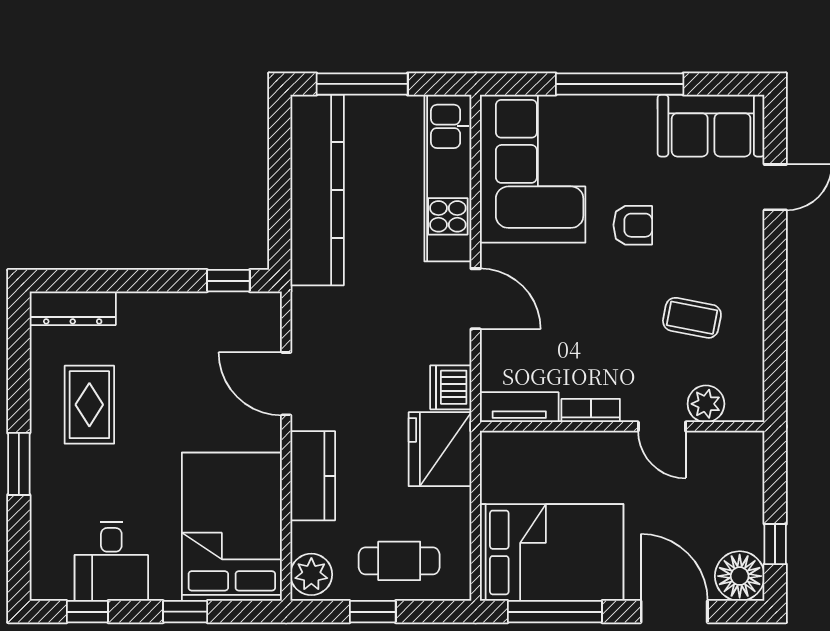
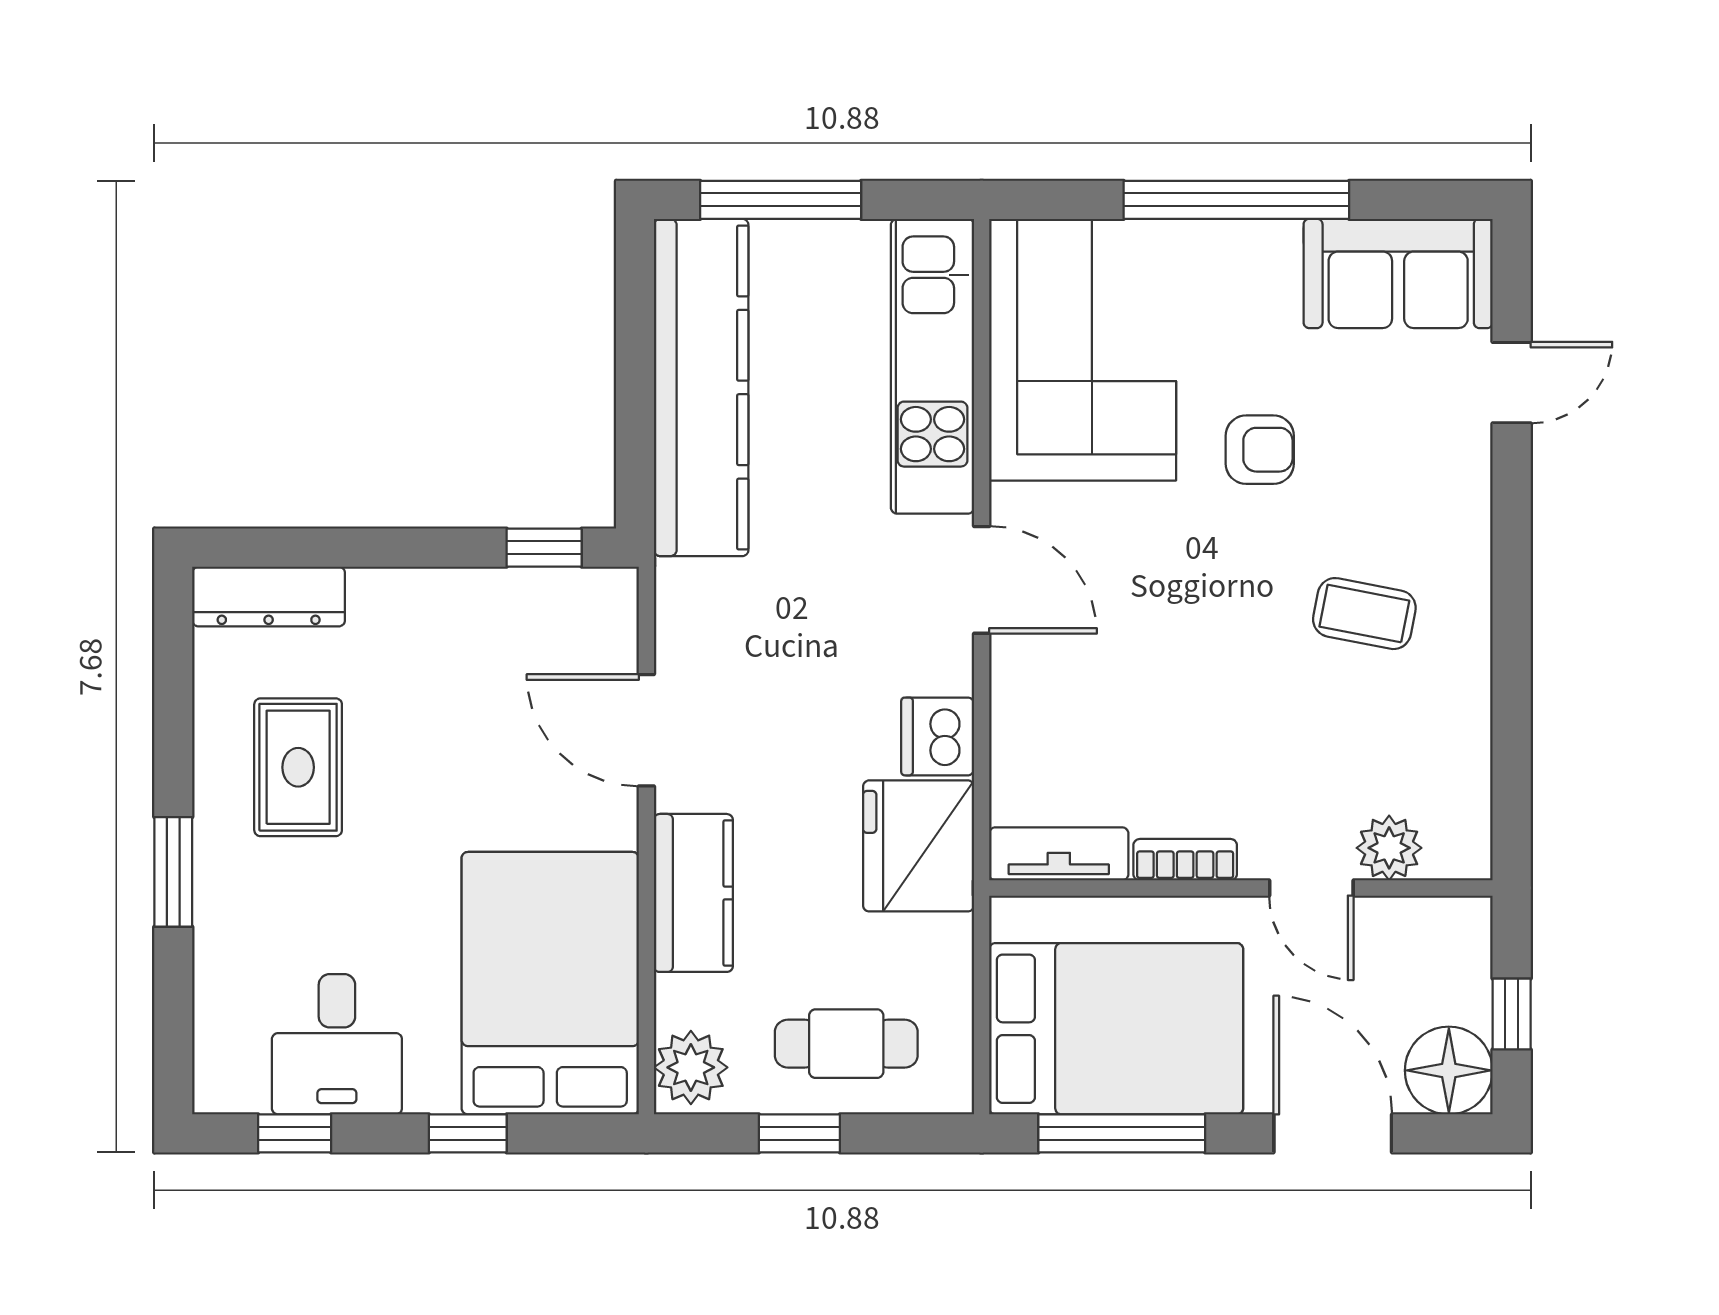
plant: (706, 404) -> (1389, 848), moved
tv unit: (519, 407) -> (1059, 854), moved
bookcase: (591, 410) -> (1185, 860), moved
wall: (622, 426) -> (1241, 888), moved
door: (662, 426) -> (1311, 888), moved

